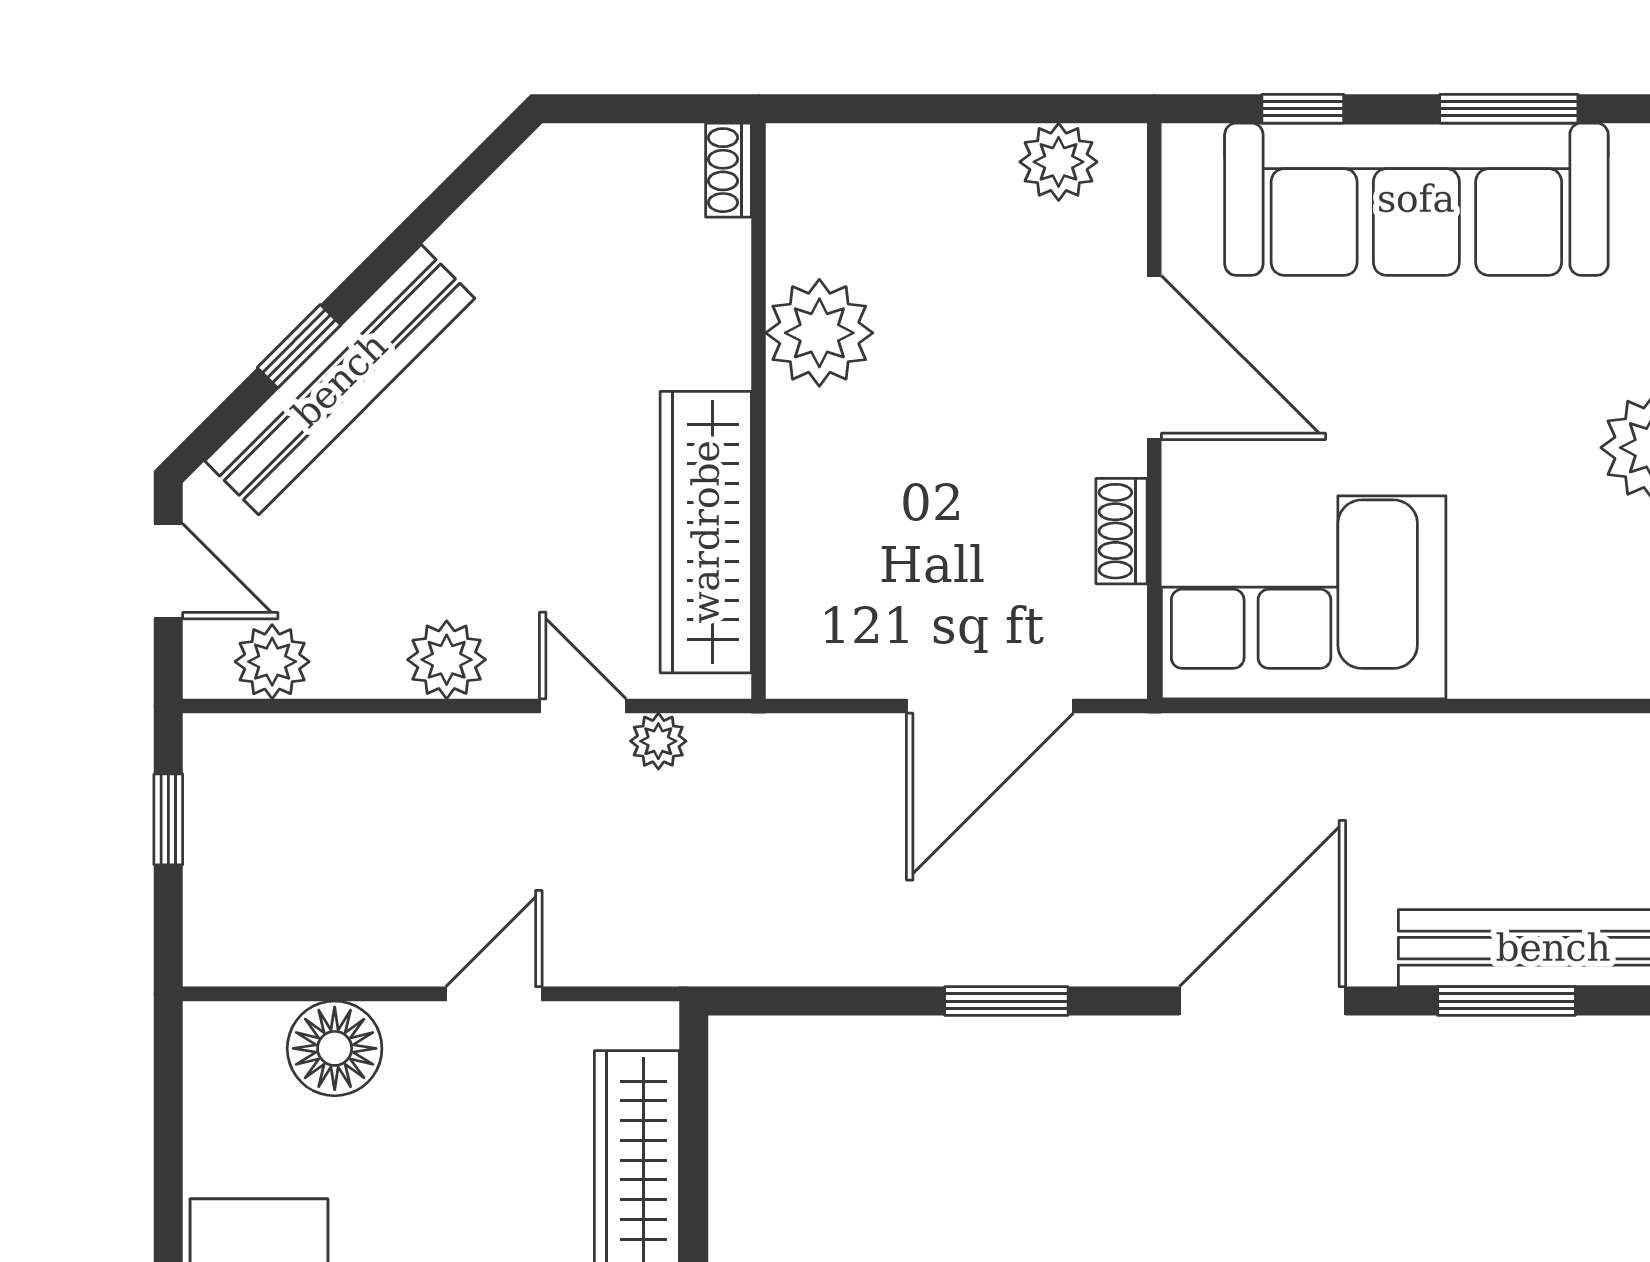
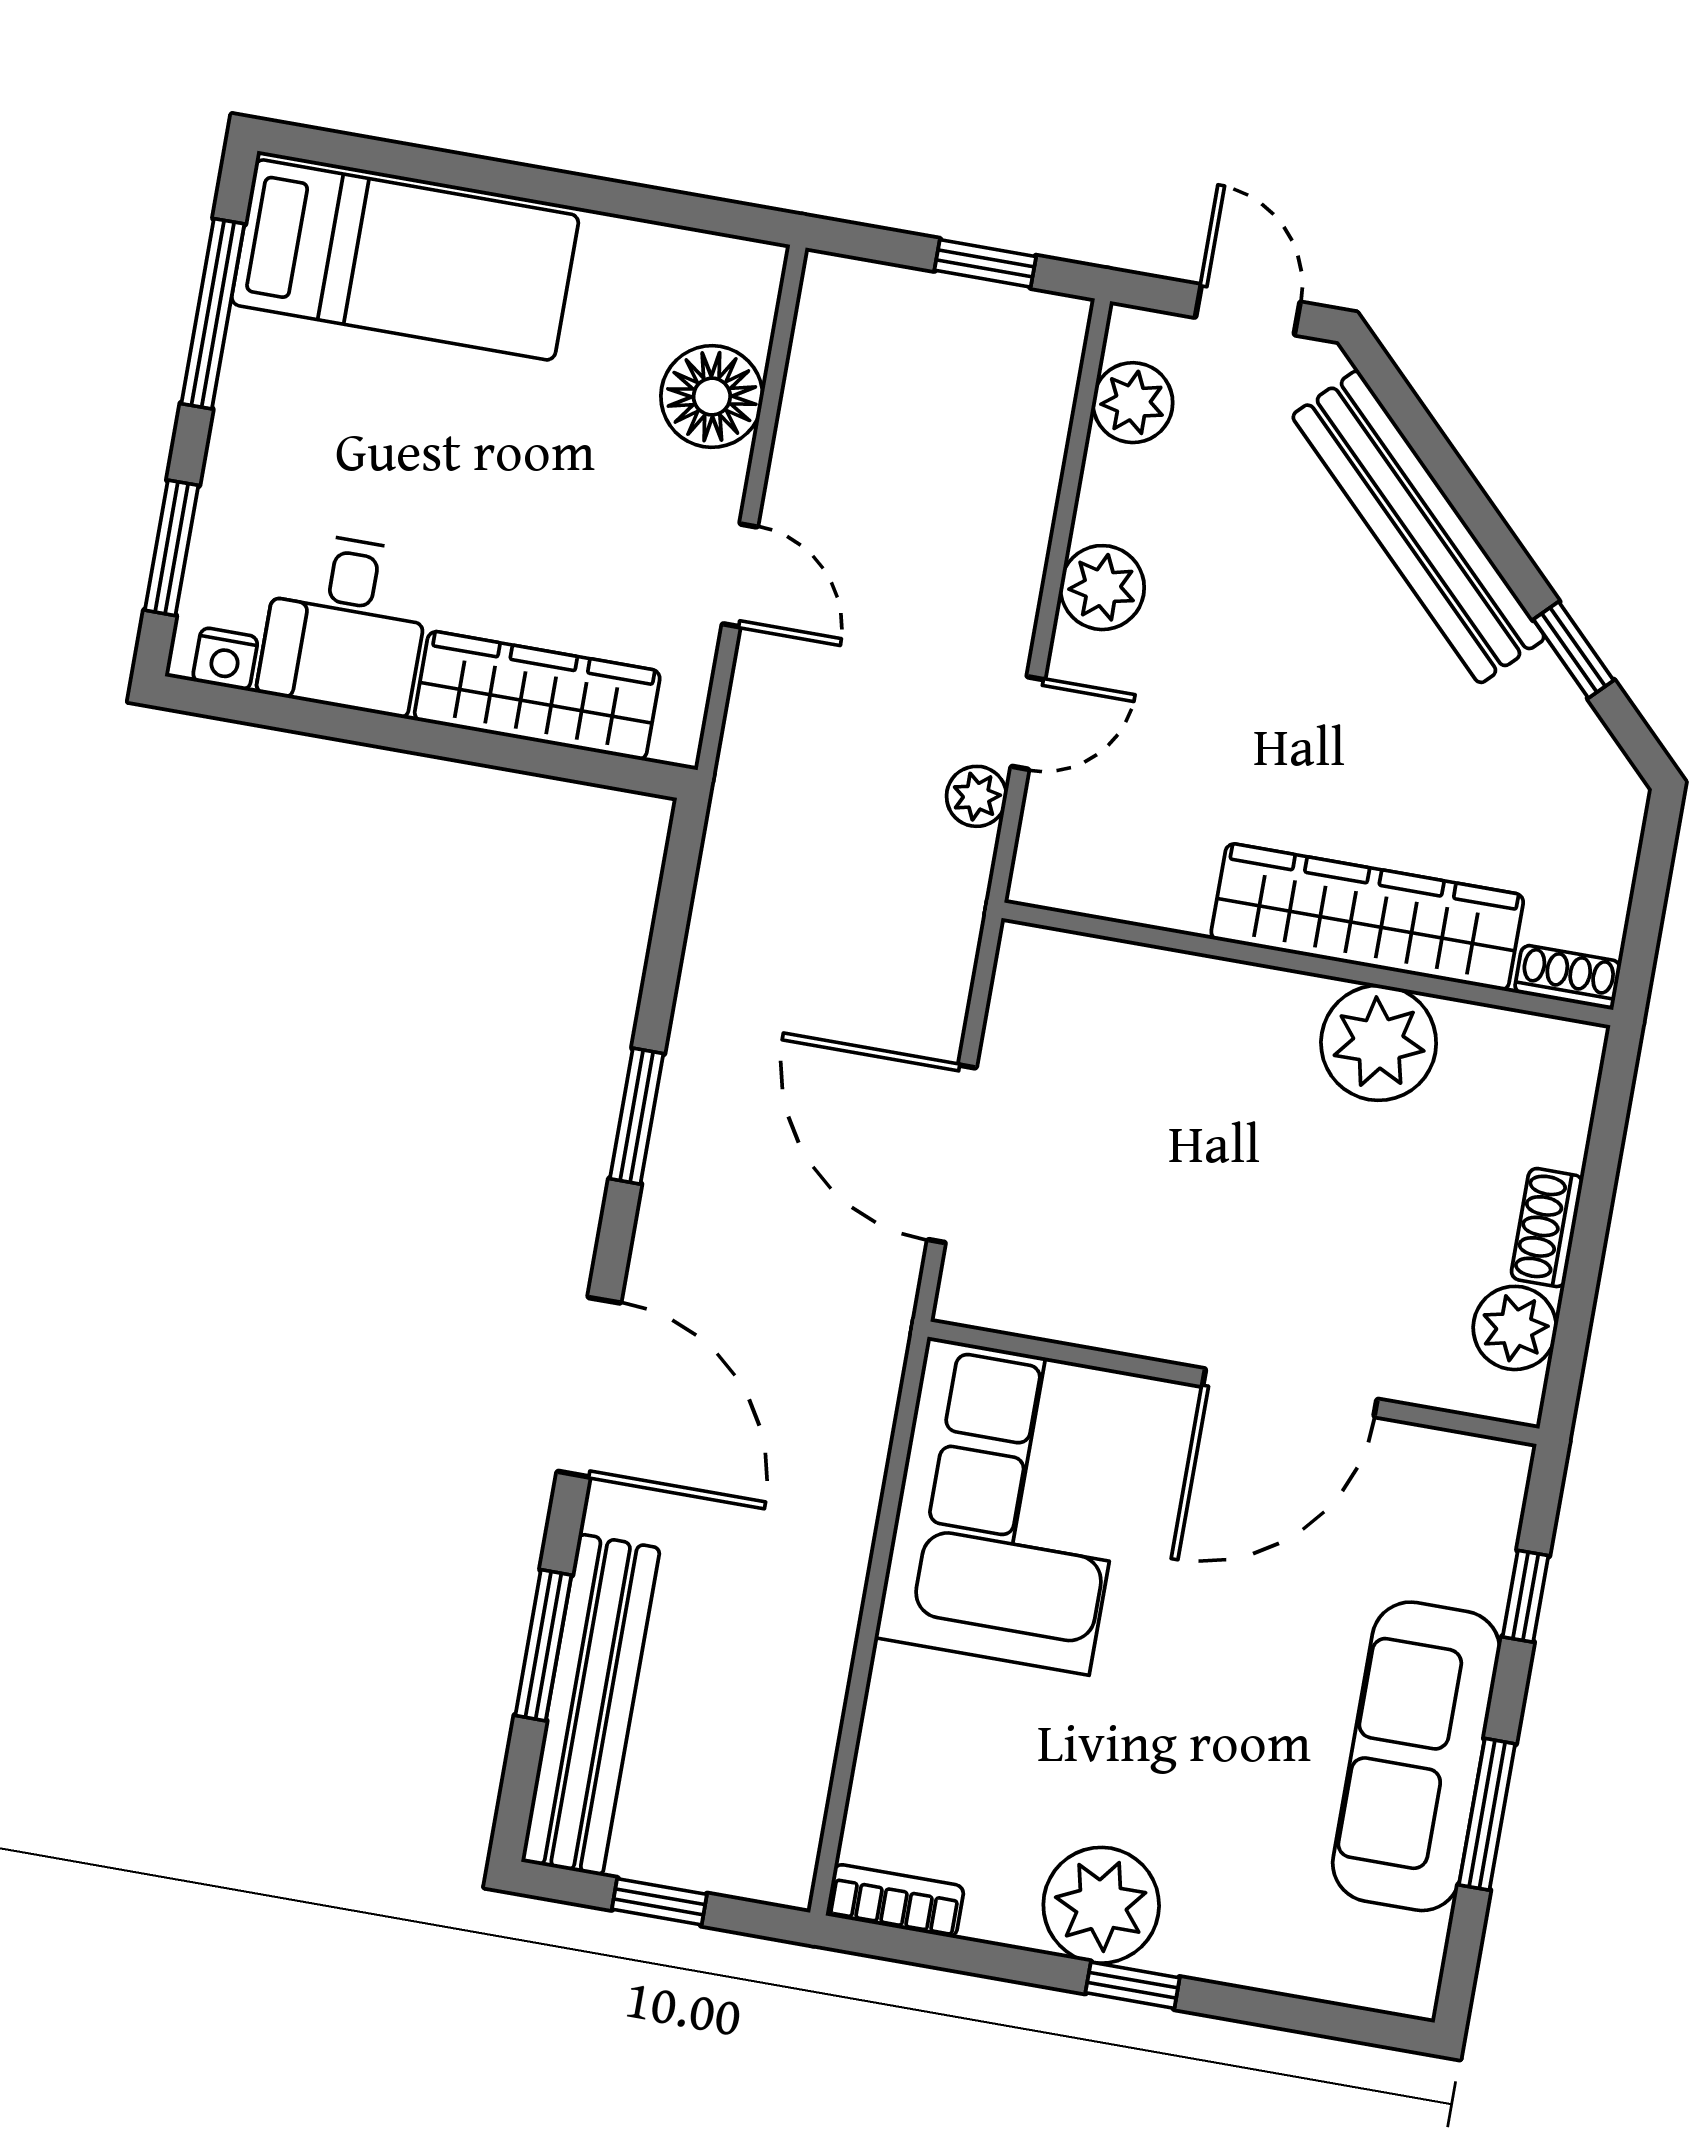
sofa: (1416, 199) -> (1416, 1756), width x0.74, depth x0.79
window: (299, 346) -> (1574, 650), moved
shoe rack: (1122, 531) -> (1547, 1228), moved, turned -90
wardrobe: (706, 532) -> (1367, 917), moved
door: (168, 571) -> (1248, 310), swing flipped

